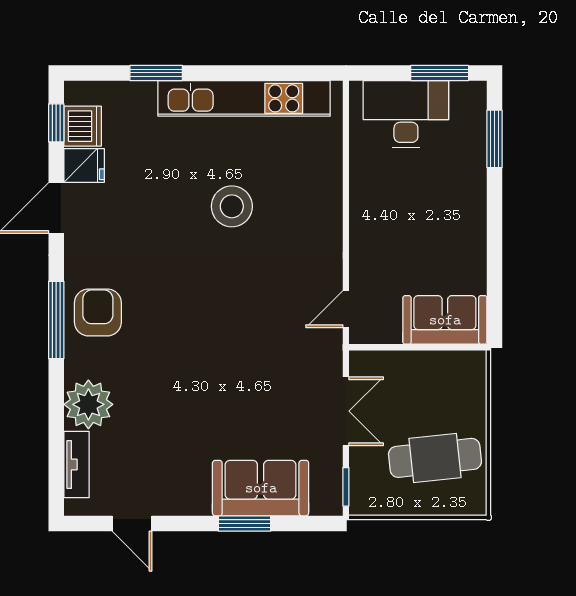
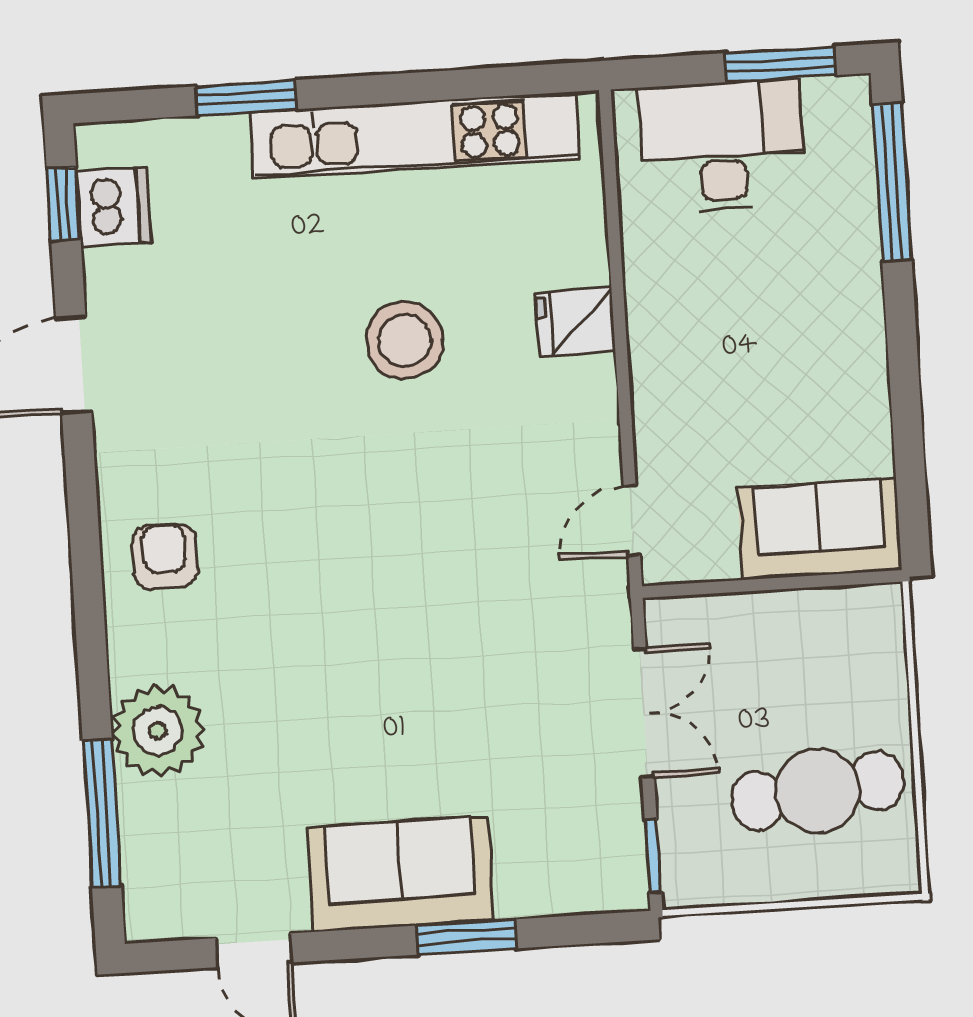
window: (495, 139) -> (892, 182), width x1.44
fridge: (84, 166) -> (575, 322), moved, turned 180
armchair: (98, 312) -> (165, 556), width x0.72, depth x0.72
window: (56, 320) -> (102, 813), moved
tv unit: (77, 465) -> (142, 846), removed
sofa: (261, 488) -> (401, 874), moved

